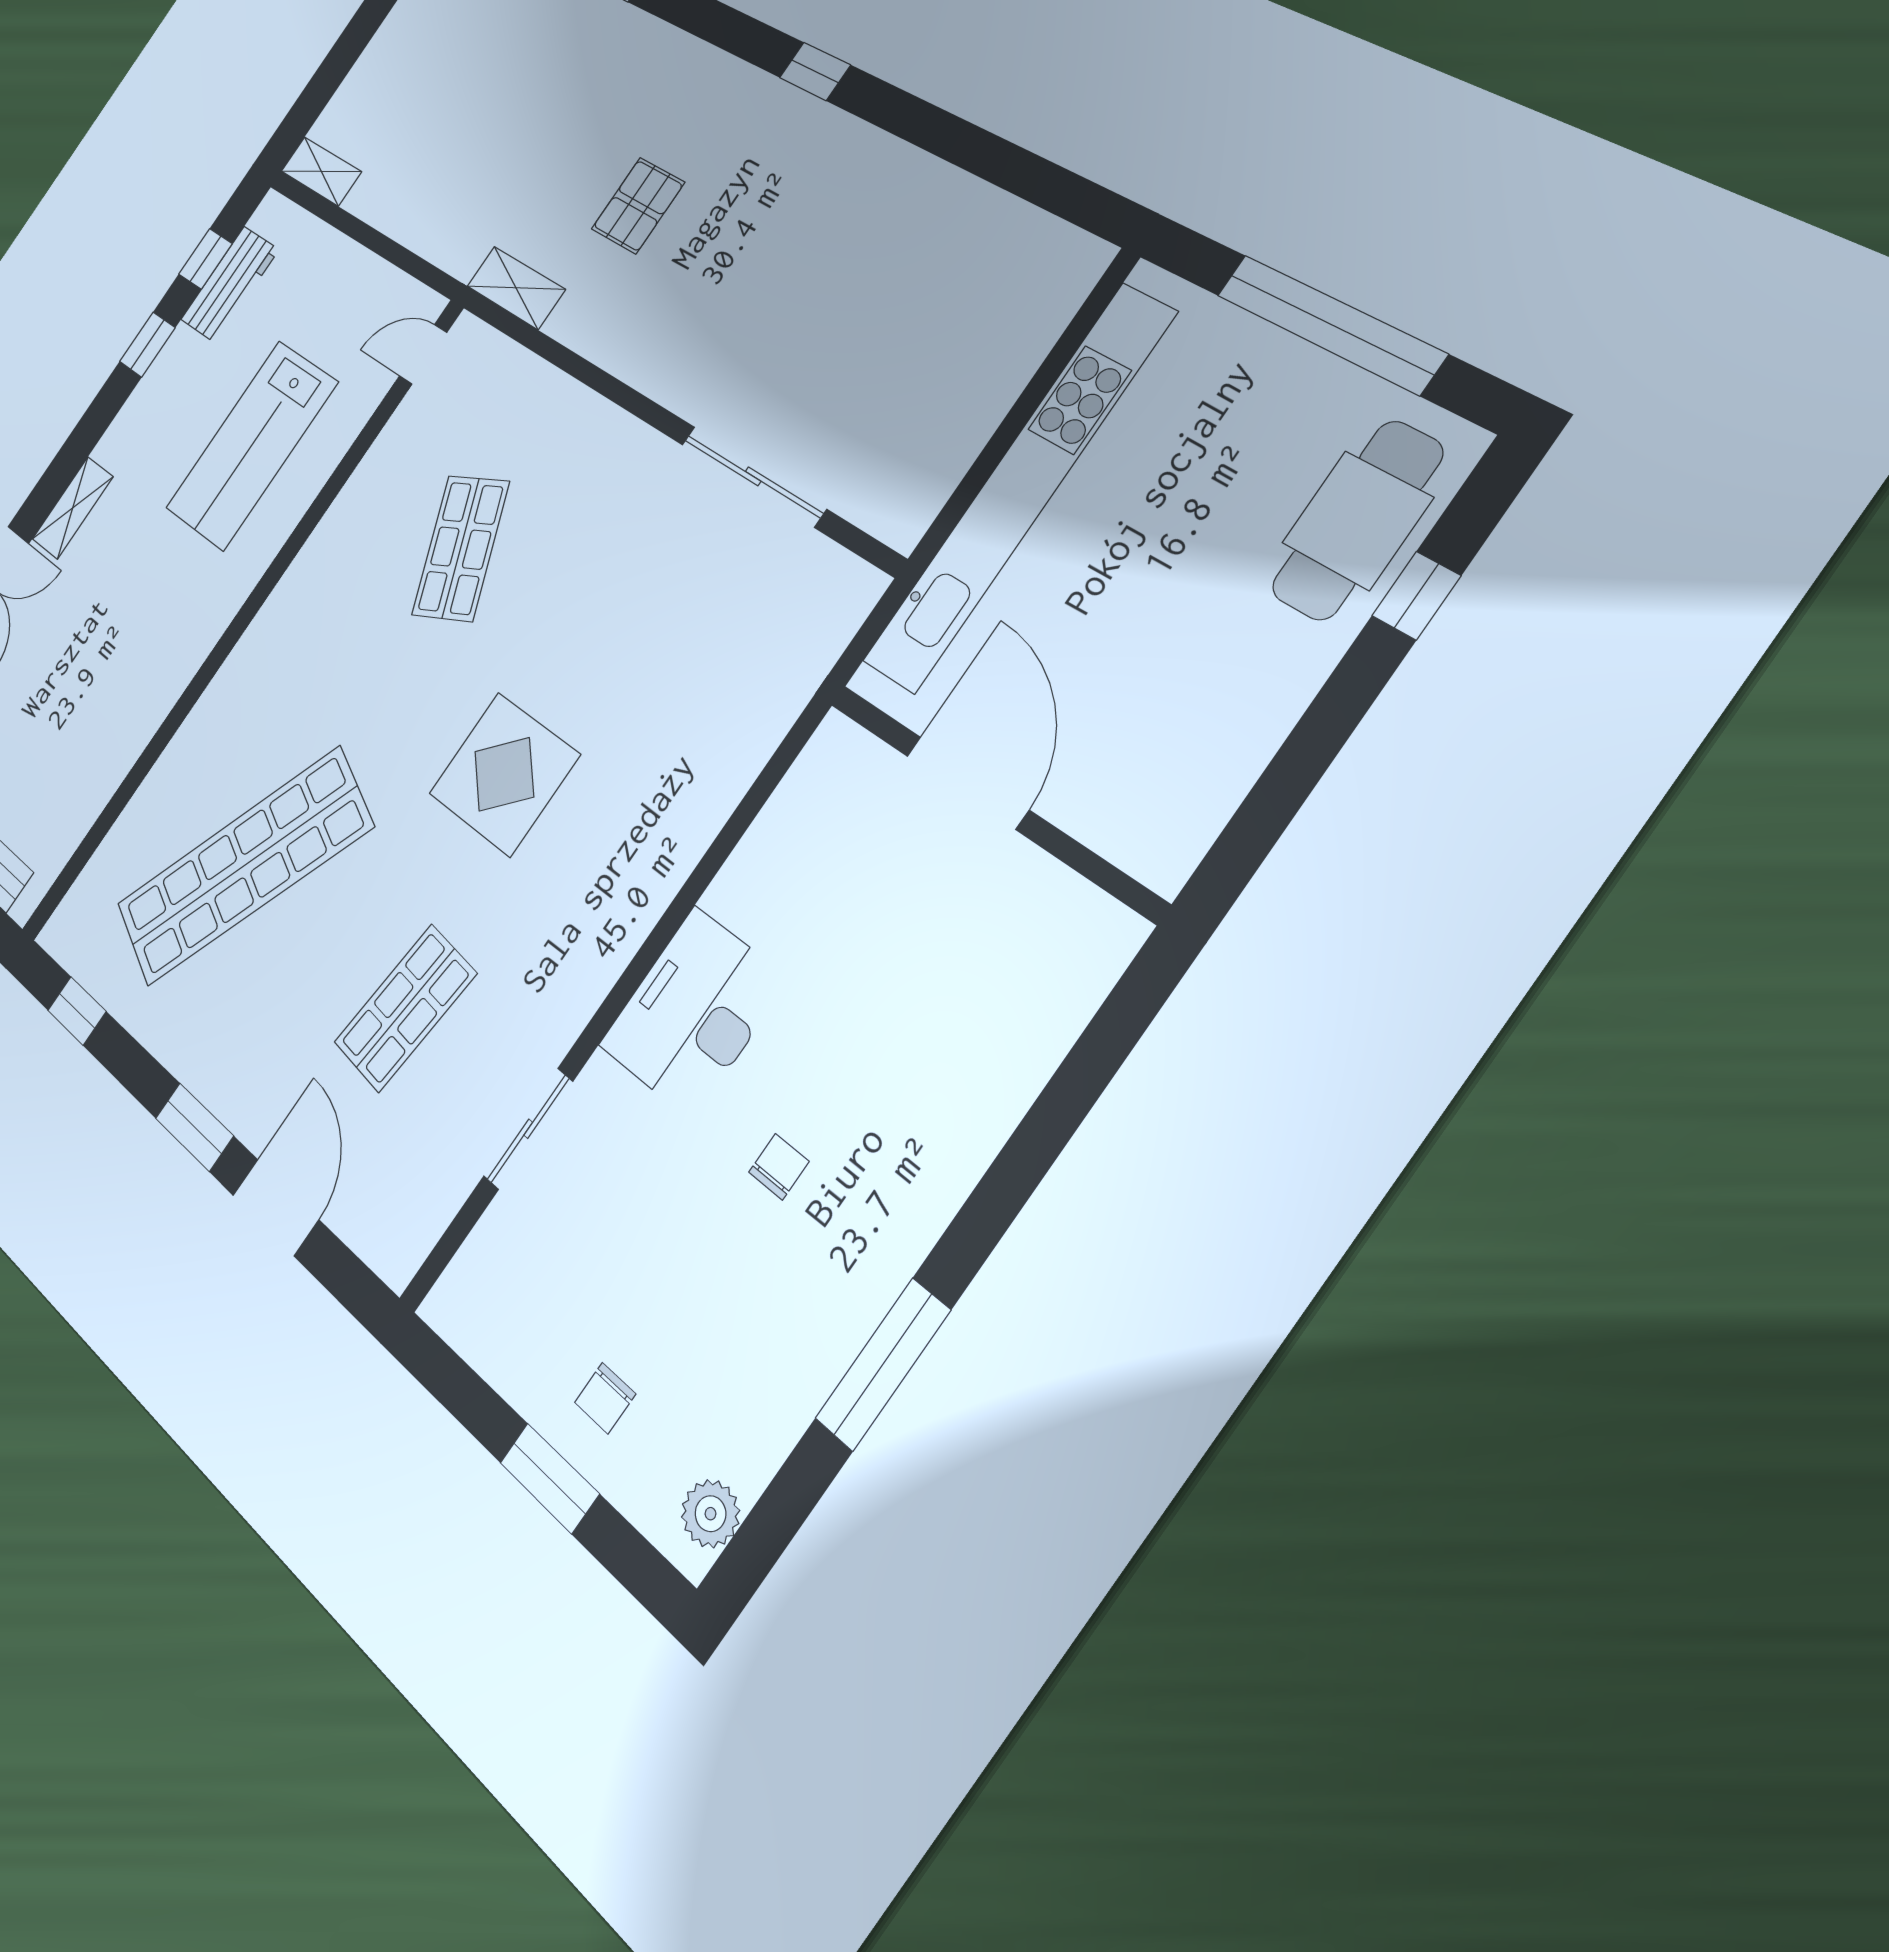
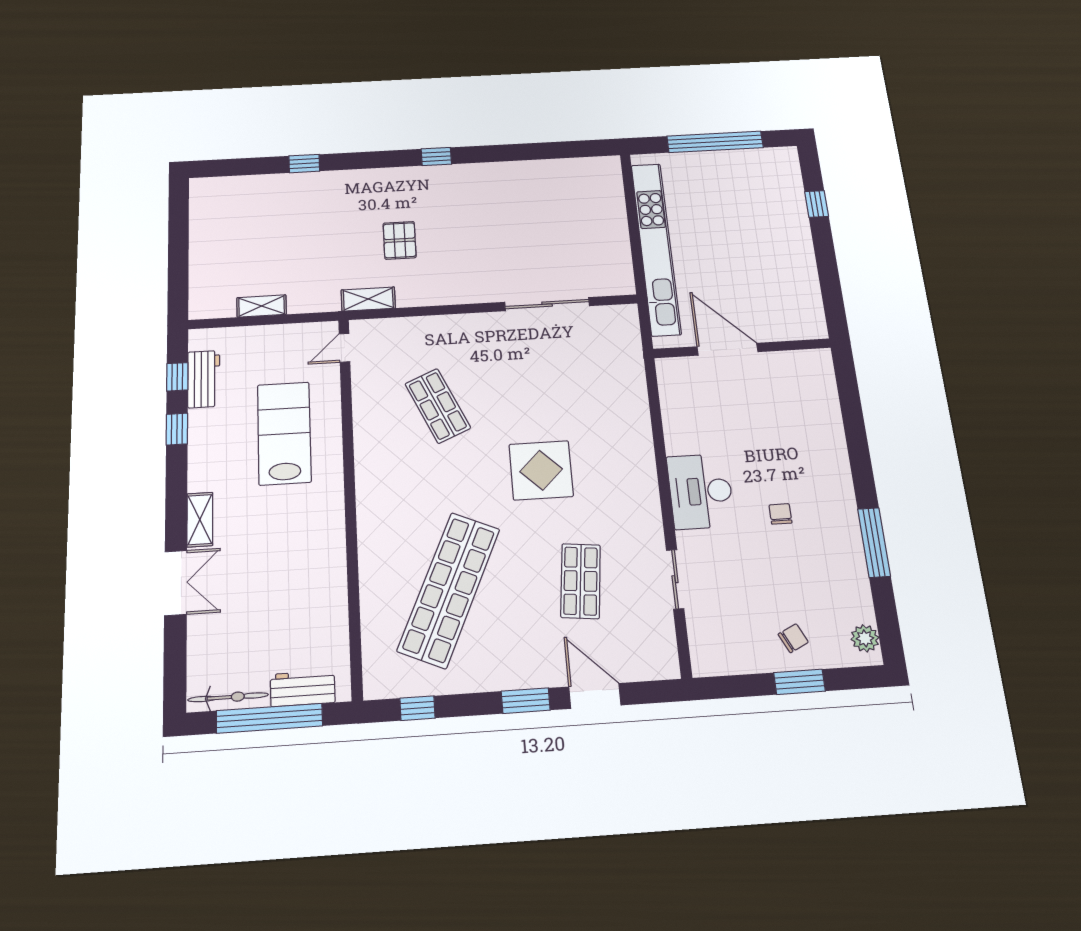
shelving: (321, 171) -> (262, 306), moved
lab bench: (252, 445) -> (284, 433), turned 180
cafe table: (1357, 520) -> (778, 193), removed
chair: (605, 1398) -> (793, 638), turned -116

